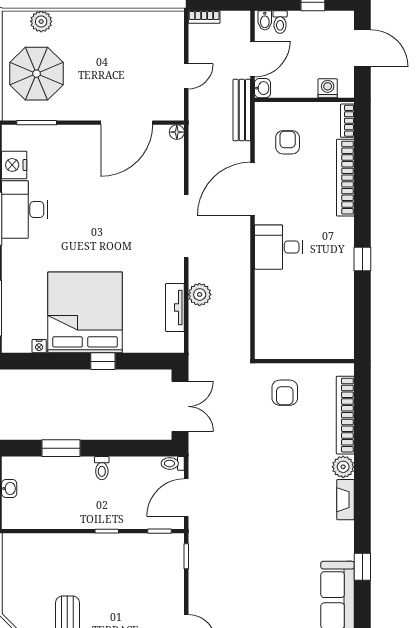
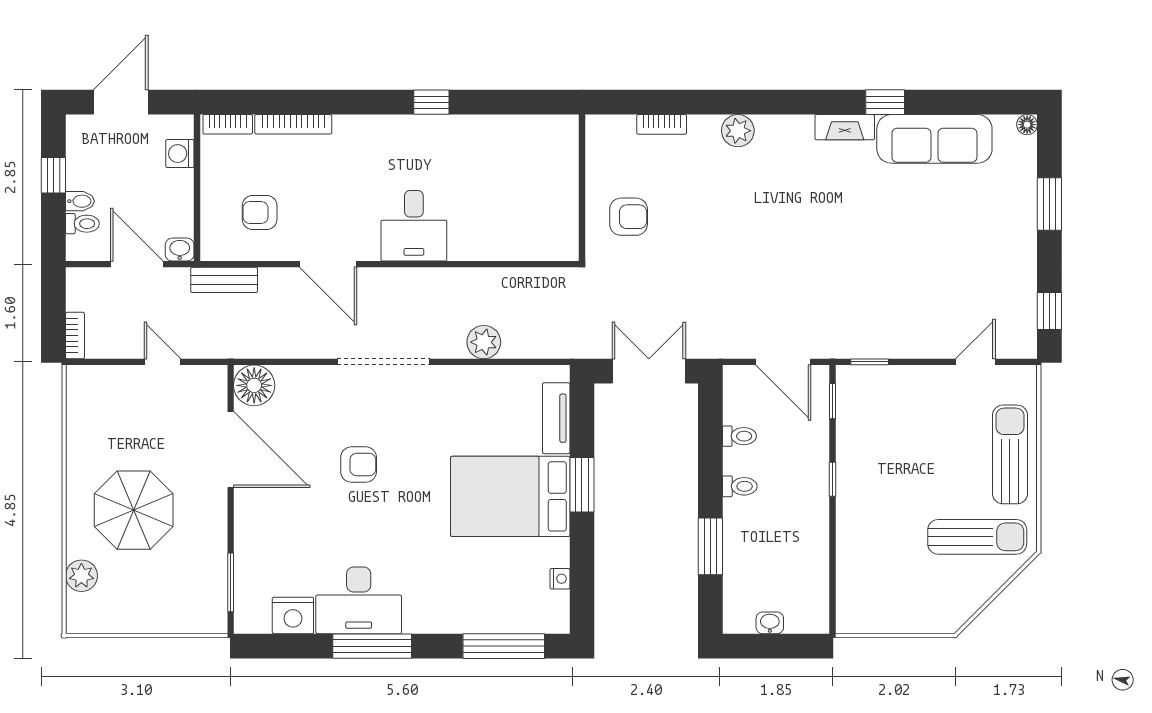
bidet: (265, 20) -> (80, 201), moved
parasol: (37, 74) -> (134, 510), moved
bench: (242, 110) -> (224, 280), width x0.73
floor lamp: (177, 132) -> (254, 385), width x1.89, depth x1.89
bookcase: (345, 178) -> (293, 124), width x0.68, depth x0.76
door: (253, 189) -> (328, 264), width x0.73
armchair: (117, 209) -> (359, 465), added
tv unit: (175, 308) -> (556, 418), moved, turned 90
bed: (85, 312) -> (510, 496), width x0.73
window: (103, 361) -> (582, 485), width x1.50
bookcase: (345, 415) -> (662, 124), width x0.43, depth x0.76
toilet: (173, 463) -> (739, 436), moved, turned -90
fireplace: (346, 500) -> (845, 127), moved

